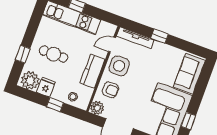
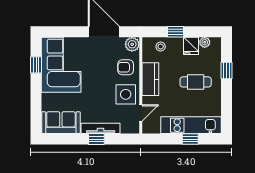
tv unit: (135, 38) -> (101, 128), moved
sofa: (189, 74) -> (61, 123), moved, turned -90
plant: (30, 80) -> (205, 42), width x0.53, depth x0.53

